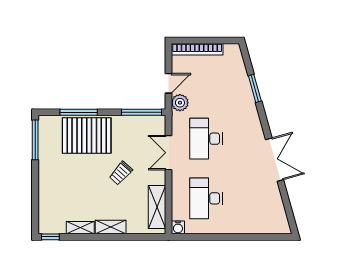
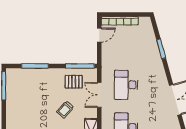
door: (169, 83) -> (99, 35), moved
plant: (180, 103) -> (107, 59), removed
pallet: (87, 136) -> (74, 82), moved, width x0.49, depth x0.50

